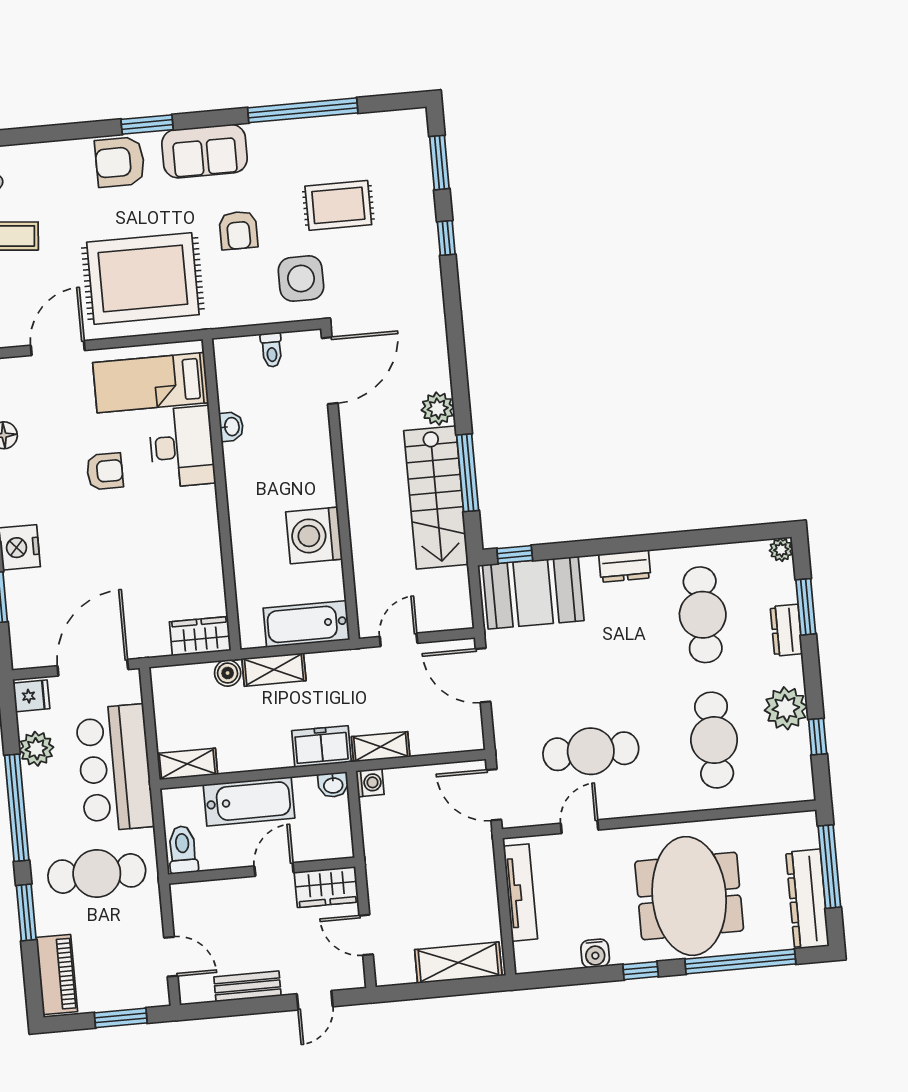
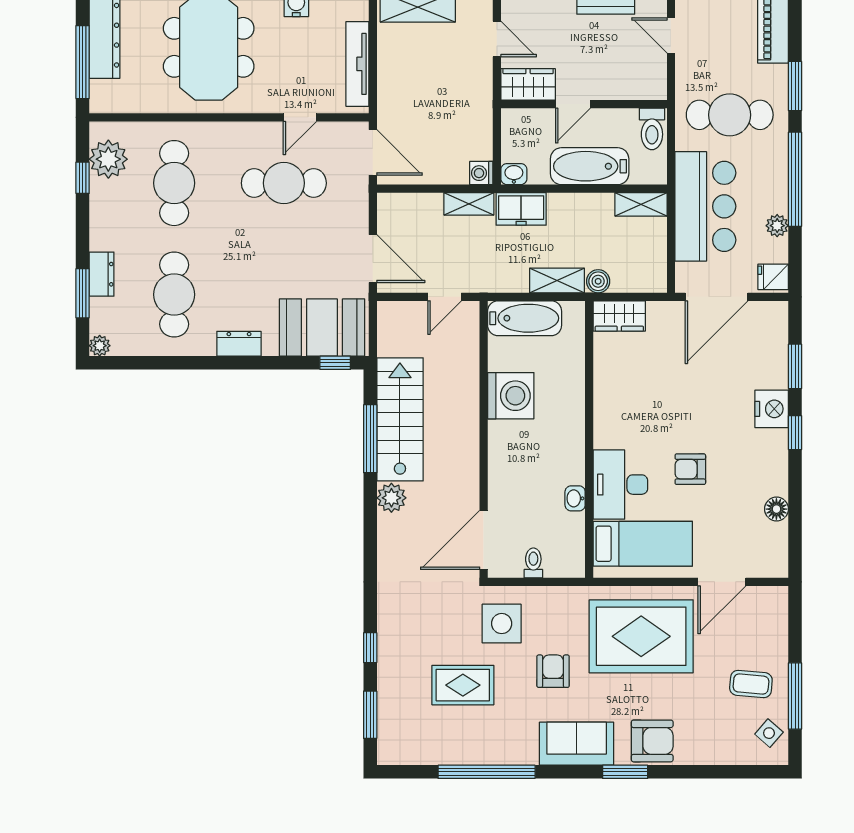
plant: (786, 708) -> (108, 159), moved
plant: (36, 749) -> (777, 226), width x0.73, depth x0.73

